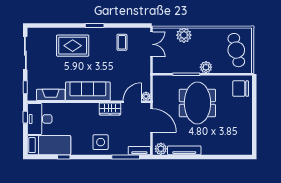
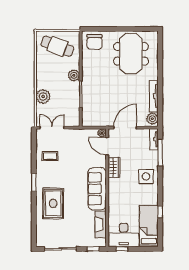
cafe table: (236, 50) -> (57, 46), turned 33
meeting table: (197, 103) -> (131, 54), moved, turned 90

